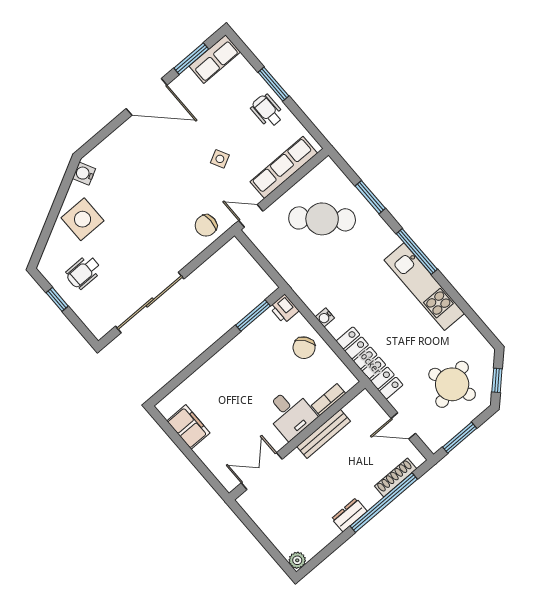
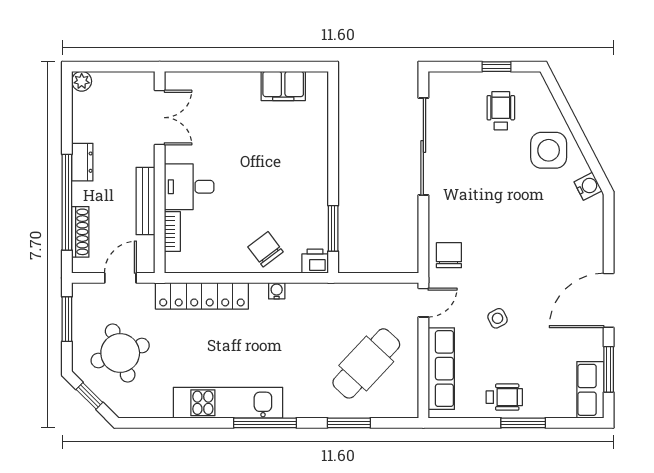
bookcase: (328, 400) -> (172, 231), moved
desk: (290, 413) -> (189, 187), moved
bench: (324, 434) -> (145, 201), moved
wall: (297, 441) -> (160, 172), moved
double door: (262, 471) -> (160, 118), moved

